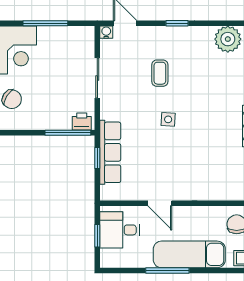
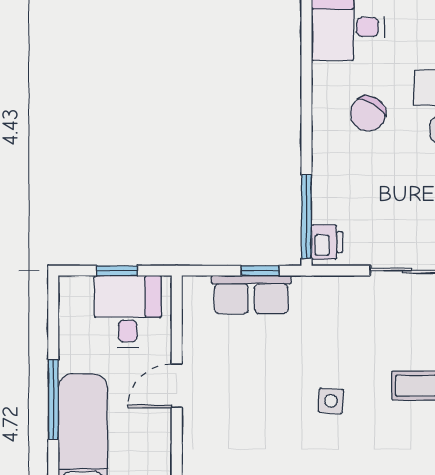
row of seats: (110, 152) -> (251, 295), width x0.68

